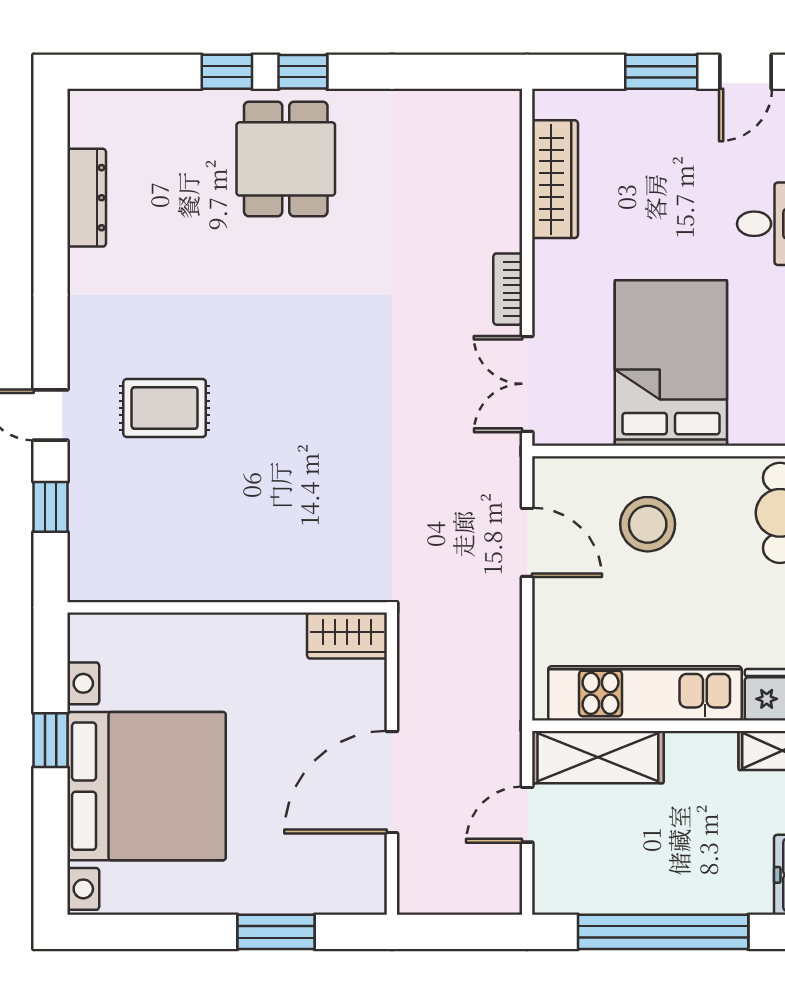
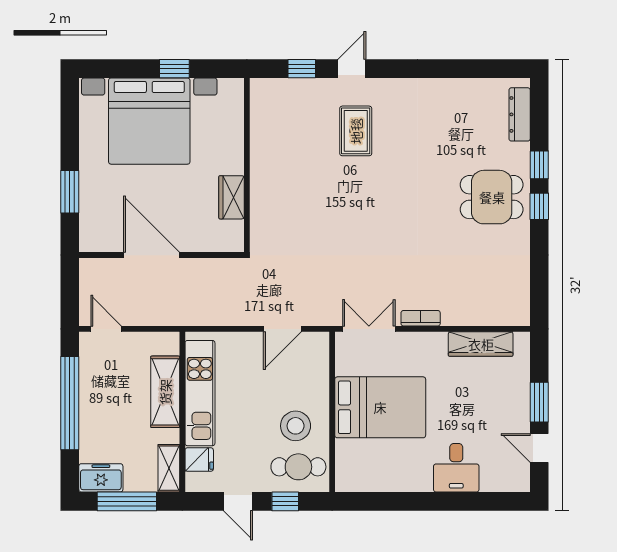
dresser: (87, 198) -> (520, 114), moved, turned 90
stool: (648, 524) -> (296, 426), moved
wardrobe: (347, 636) -> (231, 197), moved
shelving: (598, 757) -> (165, 392), moved
door: (527, 815) -> (106, 329), moved

